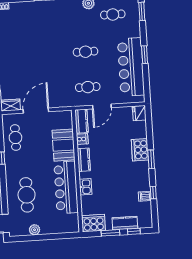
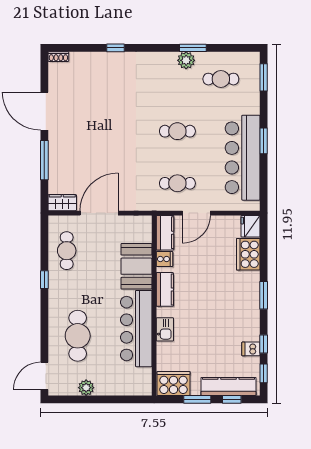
cooker: (140, 150) -> (248, 254), moved
window: (154, 212) -> (264, 373), added
kitchen counter: (125, 223) -> (228, 386), width x1.50

